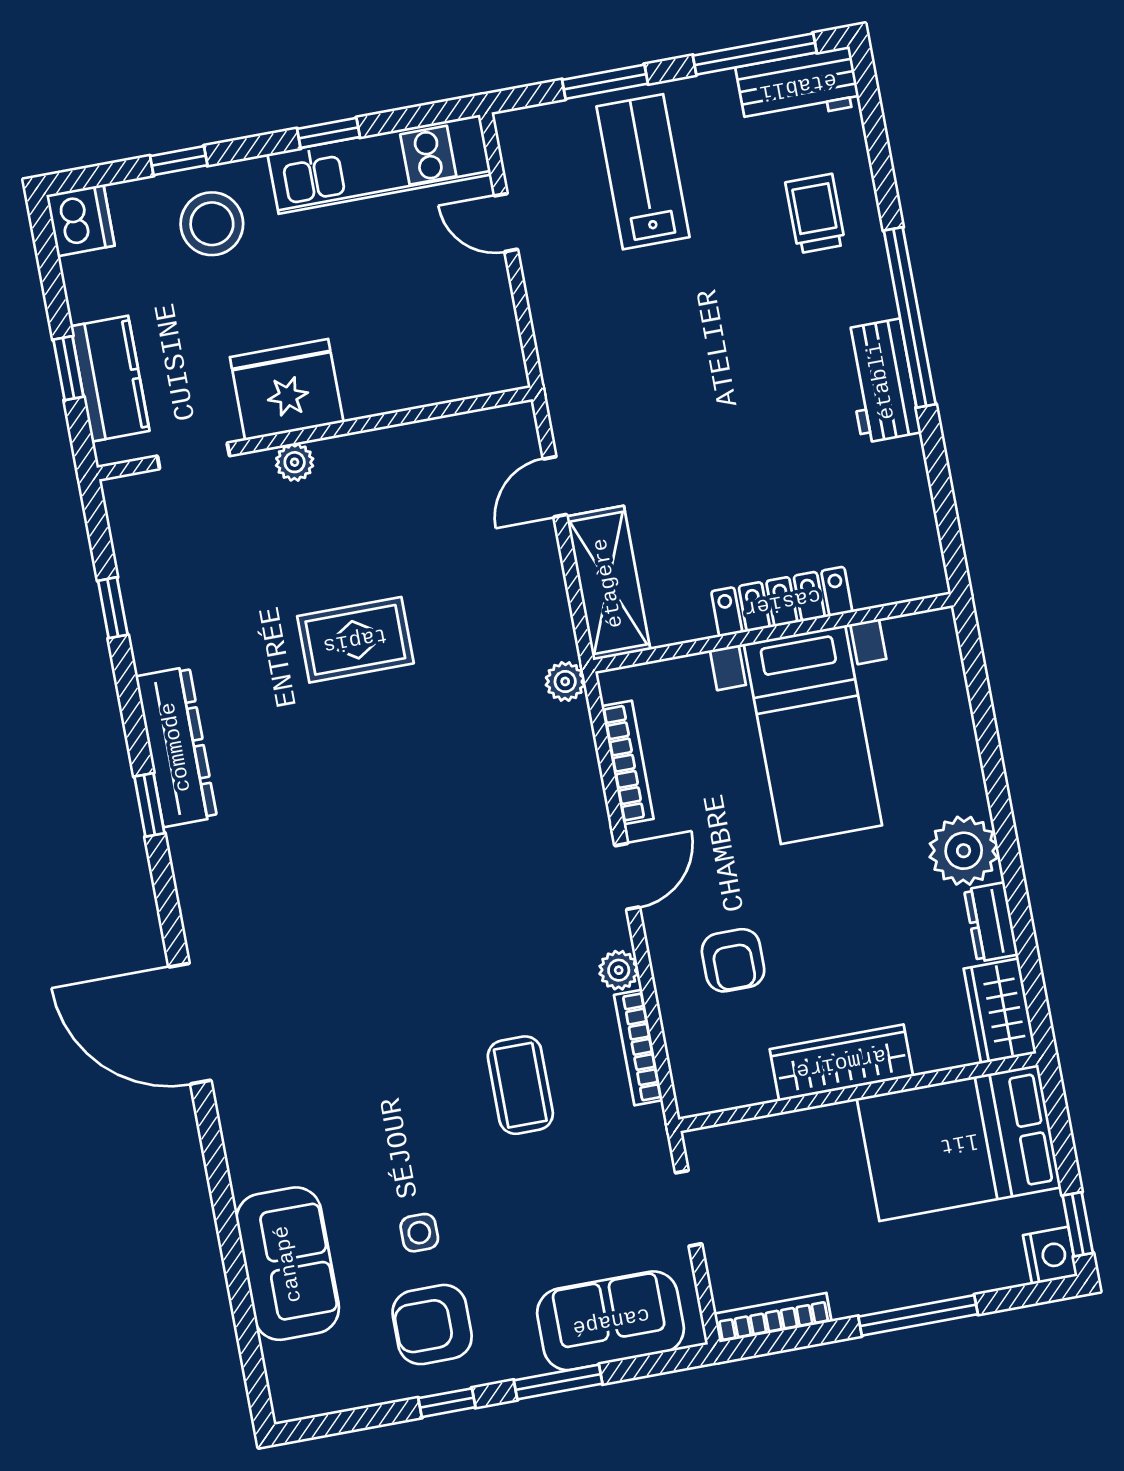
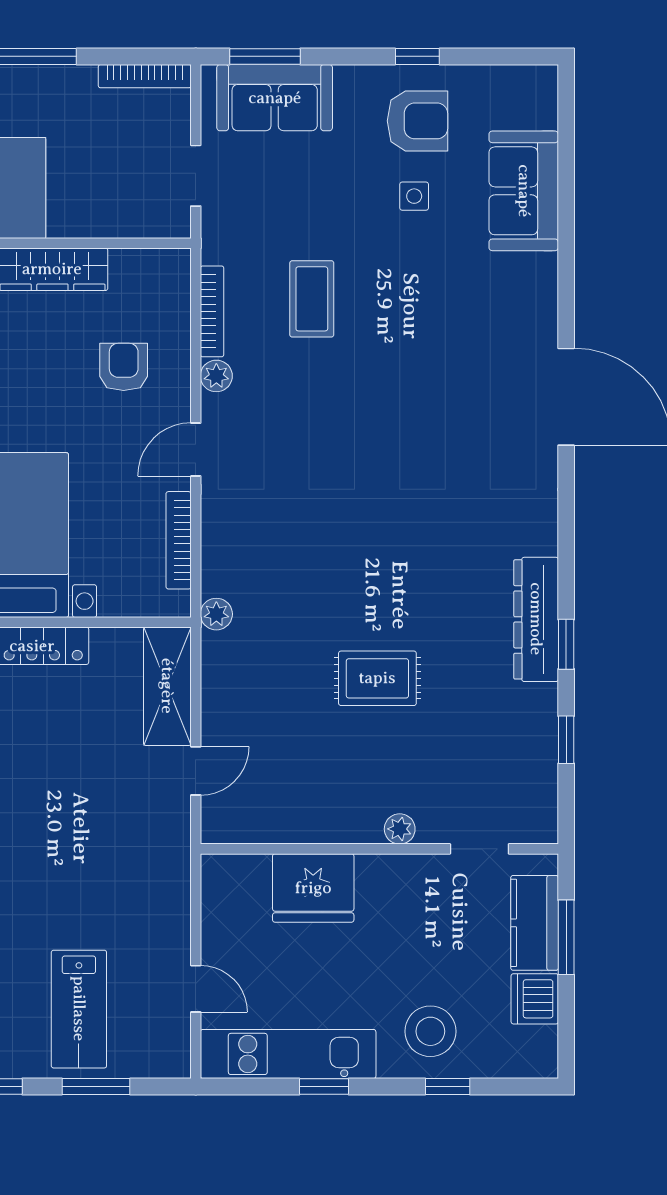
dishwasher: (80, 220) -> (535, 999), moved
window: (68, 368) -> (566, 937), width x1.50
fridge: (287, 390) -> (313, 888), moved
window: (149, 805) -> (566, 644), moved
window: (558, 1382) -> (265, 56), moved

